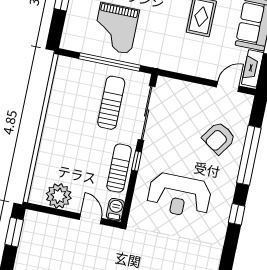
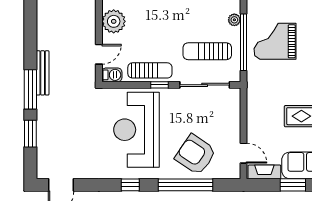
plant: (84, 67) -> (234, 20), added
sun lounger: (111, 103) -> (207, 51), turned 180
armchair: (219, 138) -> (196, 155), width x1.36, depth x1.36
reception desk: (179, 196) -> (136, 130), width x1.36, depth x1.30

